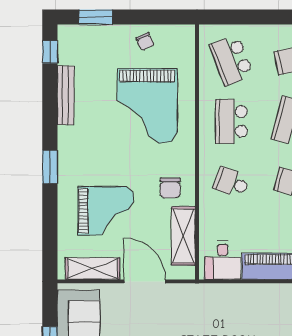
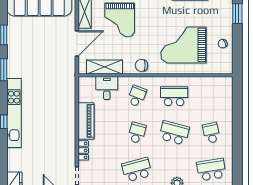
school desk: (231, 60) -> (211, 96), removed
chair: (170, 188) -> (141, 65), moved
desk: (223, 260) -> (107, 88), moved, turned 90

